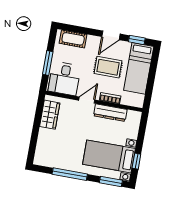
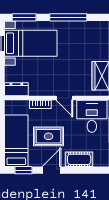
cot: (73, 39) -> (79, 159), moved
door: (87, 100) -> (65, 98), hinge flipped
dresser: (110, 113) -> (16, 89), moved, width x0.70

